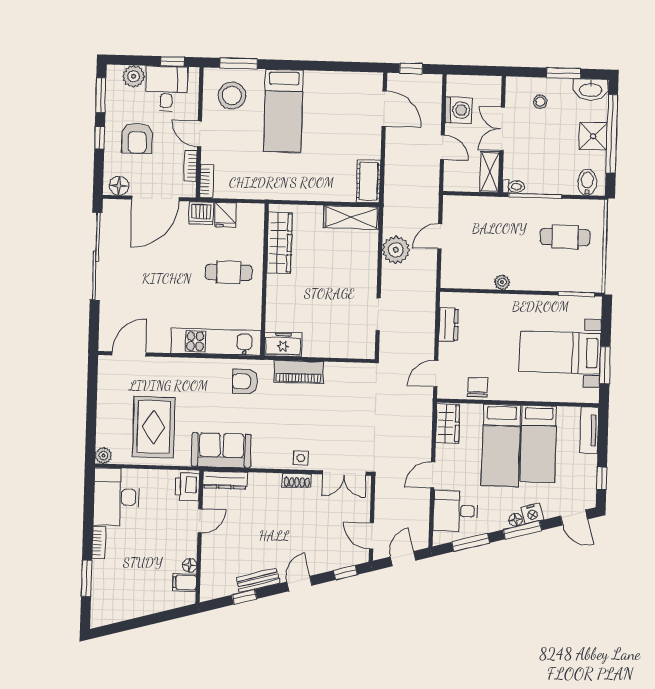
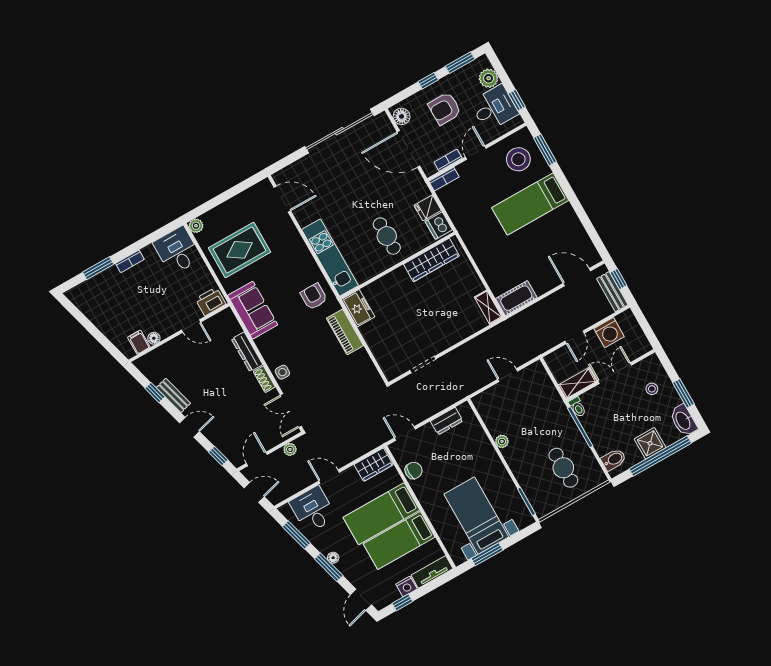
bench: (420, 82) -> (612, 292), added
door: (384, 109) -> (577, 277), swing flipped
dishwasher: (201, 213) -> (439, 226), moved
shelving: (351, 217) -> (488, 307), width x0.67, depth x0.75
plant: (396, 250) -> (290, 449), moved, width x0.53, depth x0.53
dresser: (225, 480) -> (247, 352), moved
desk: (116, 497) -> (177, 251), width x0.73
nightstand: (532, 514) -> (406, 587), moved, turned -75

